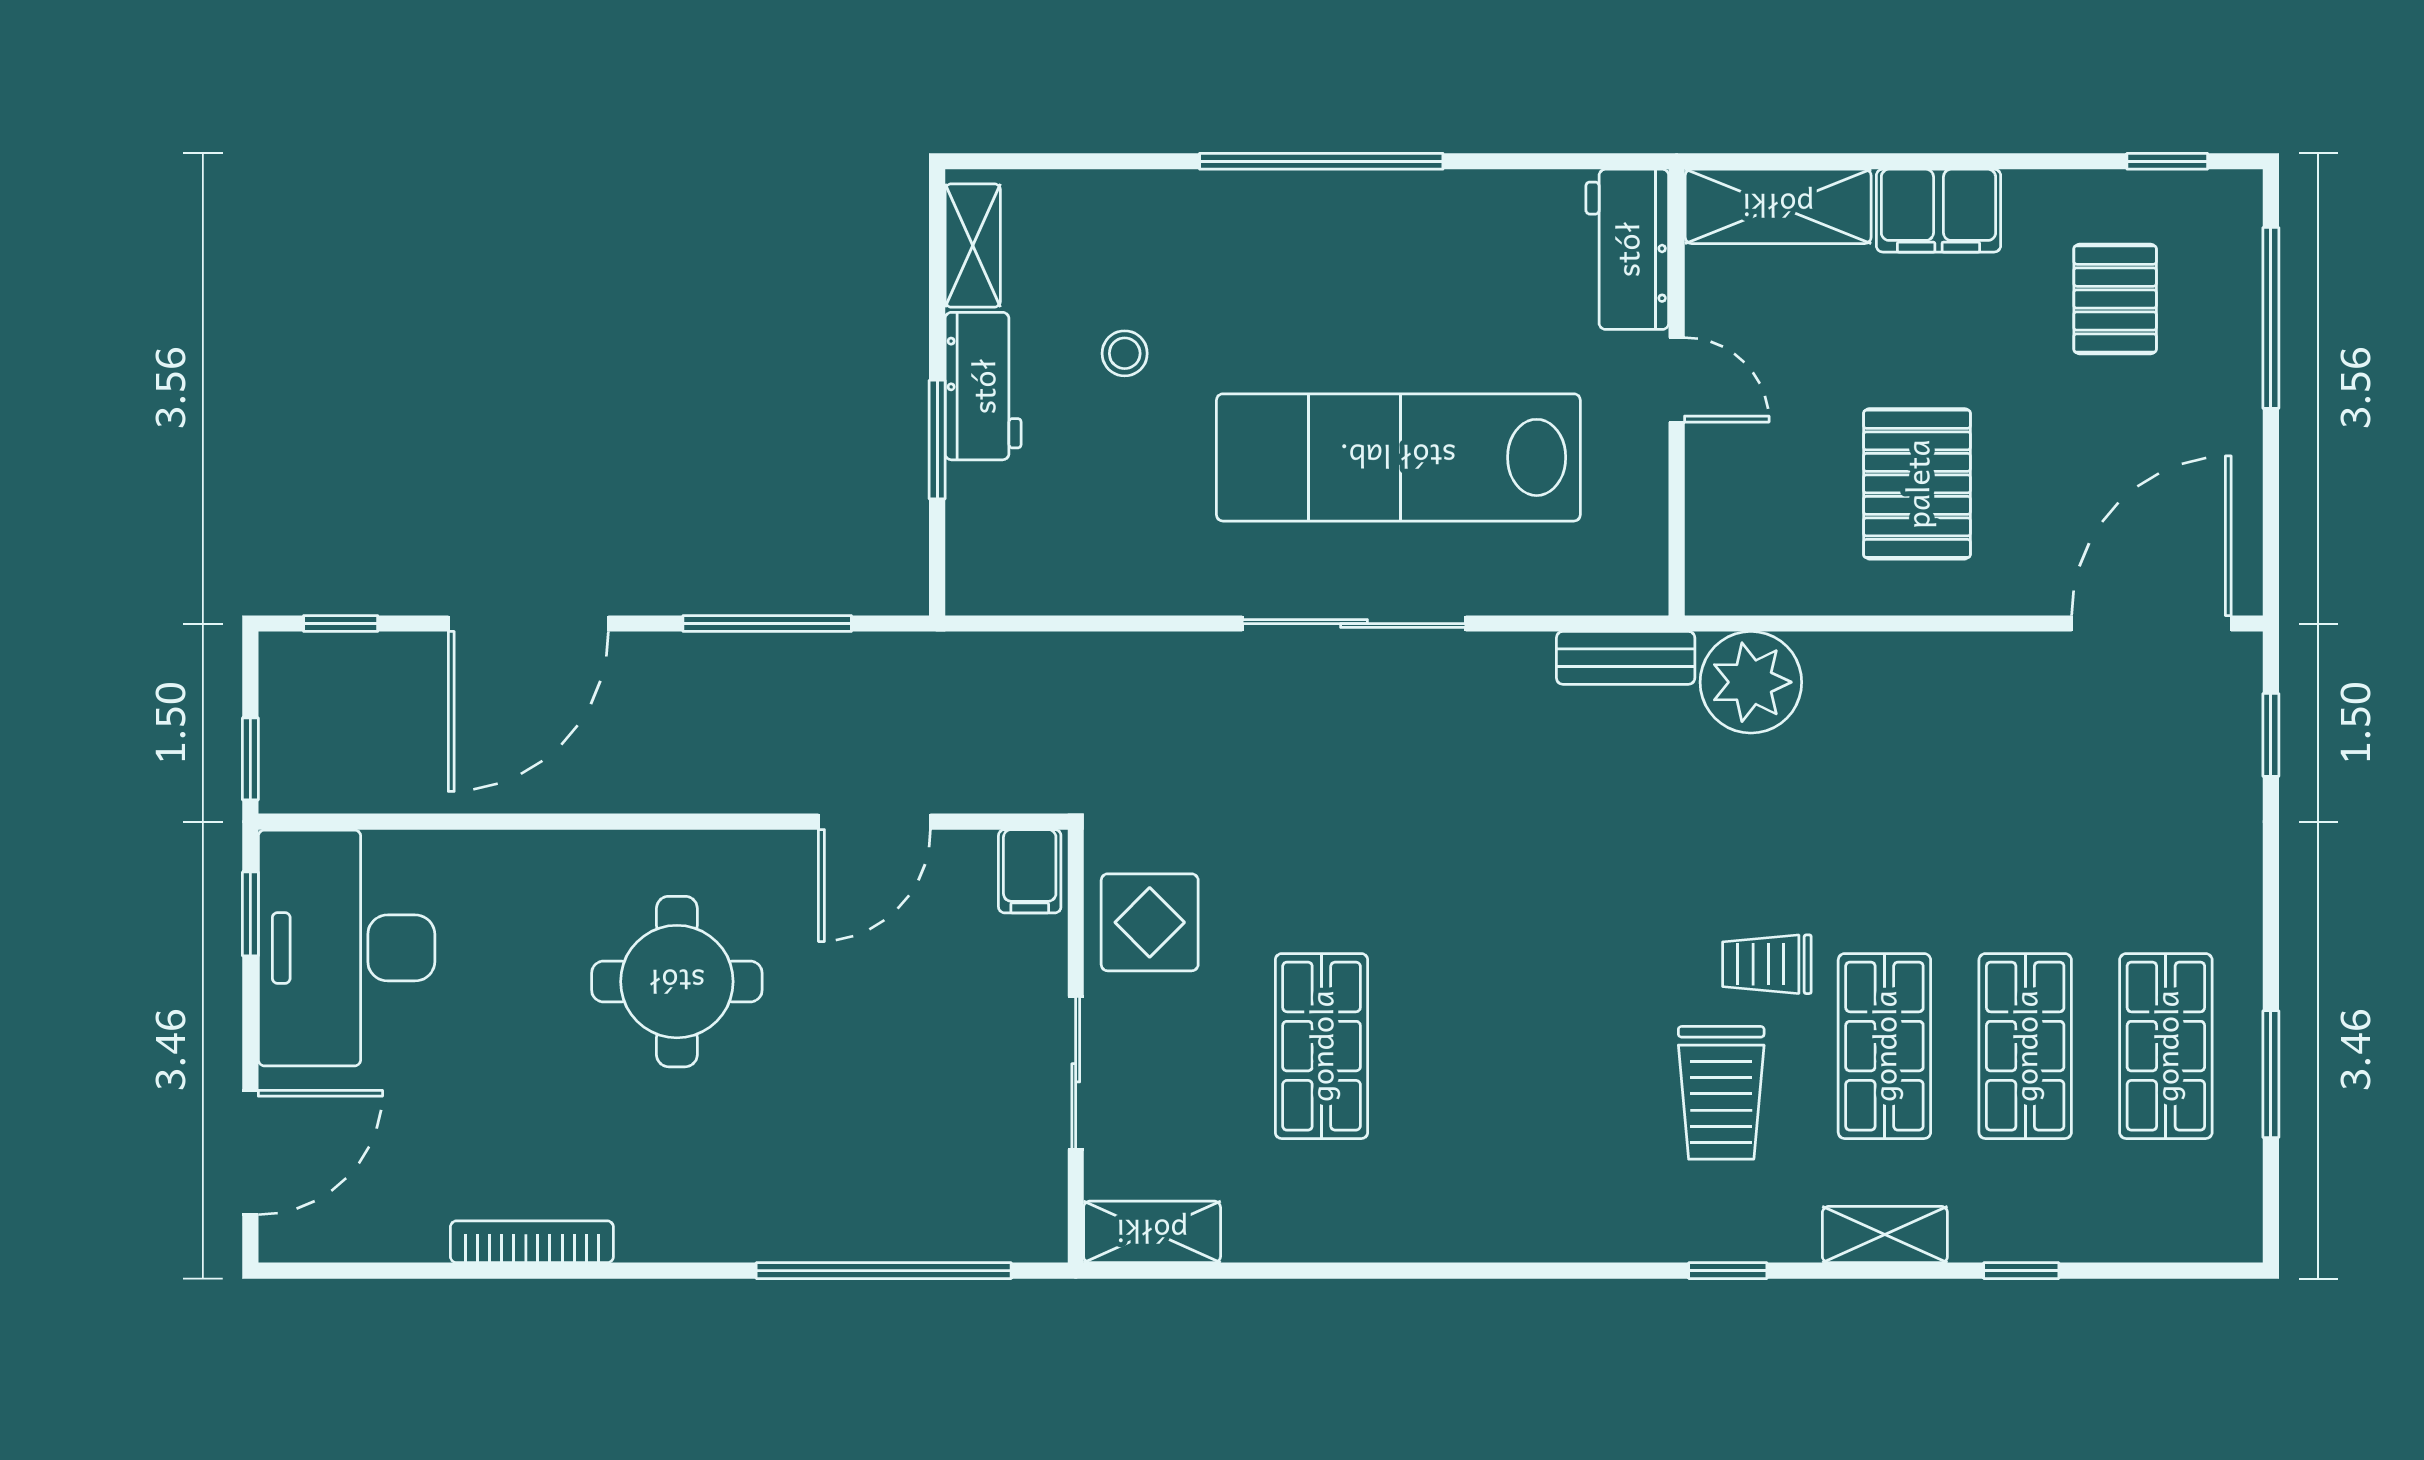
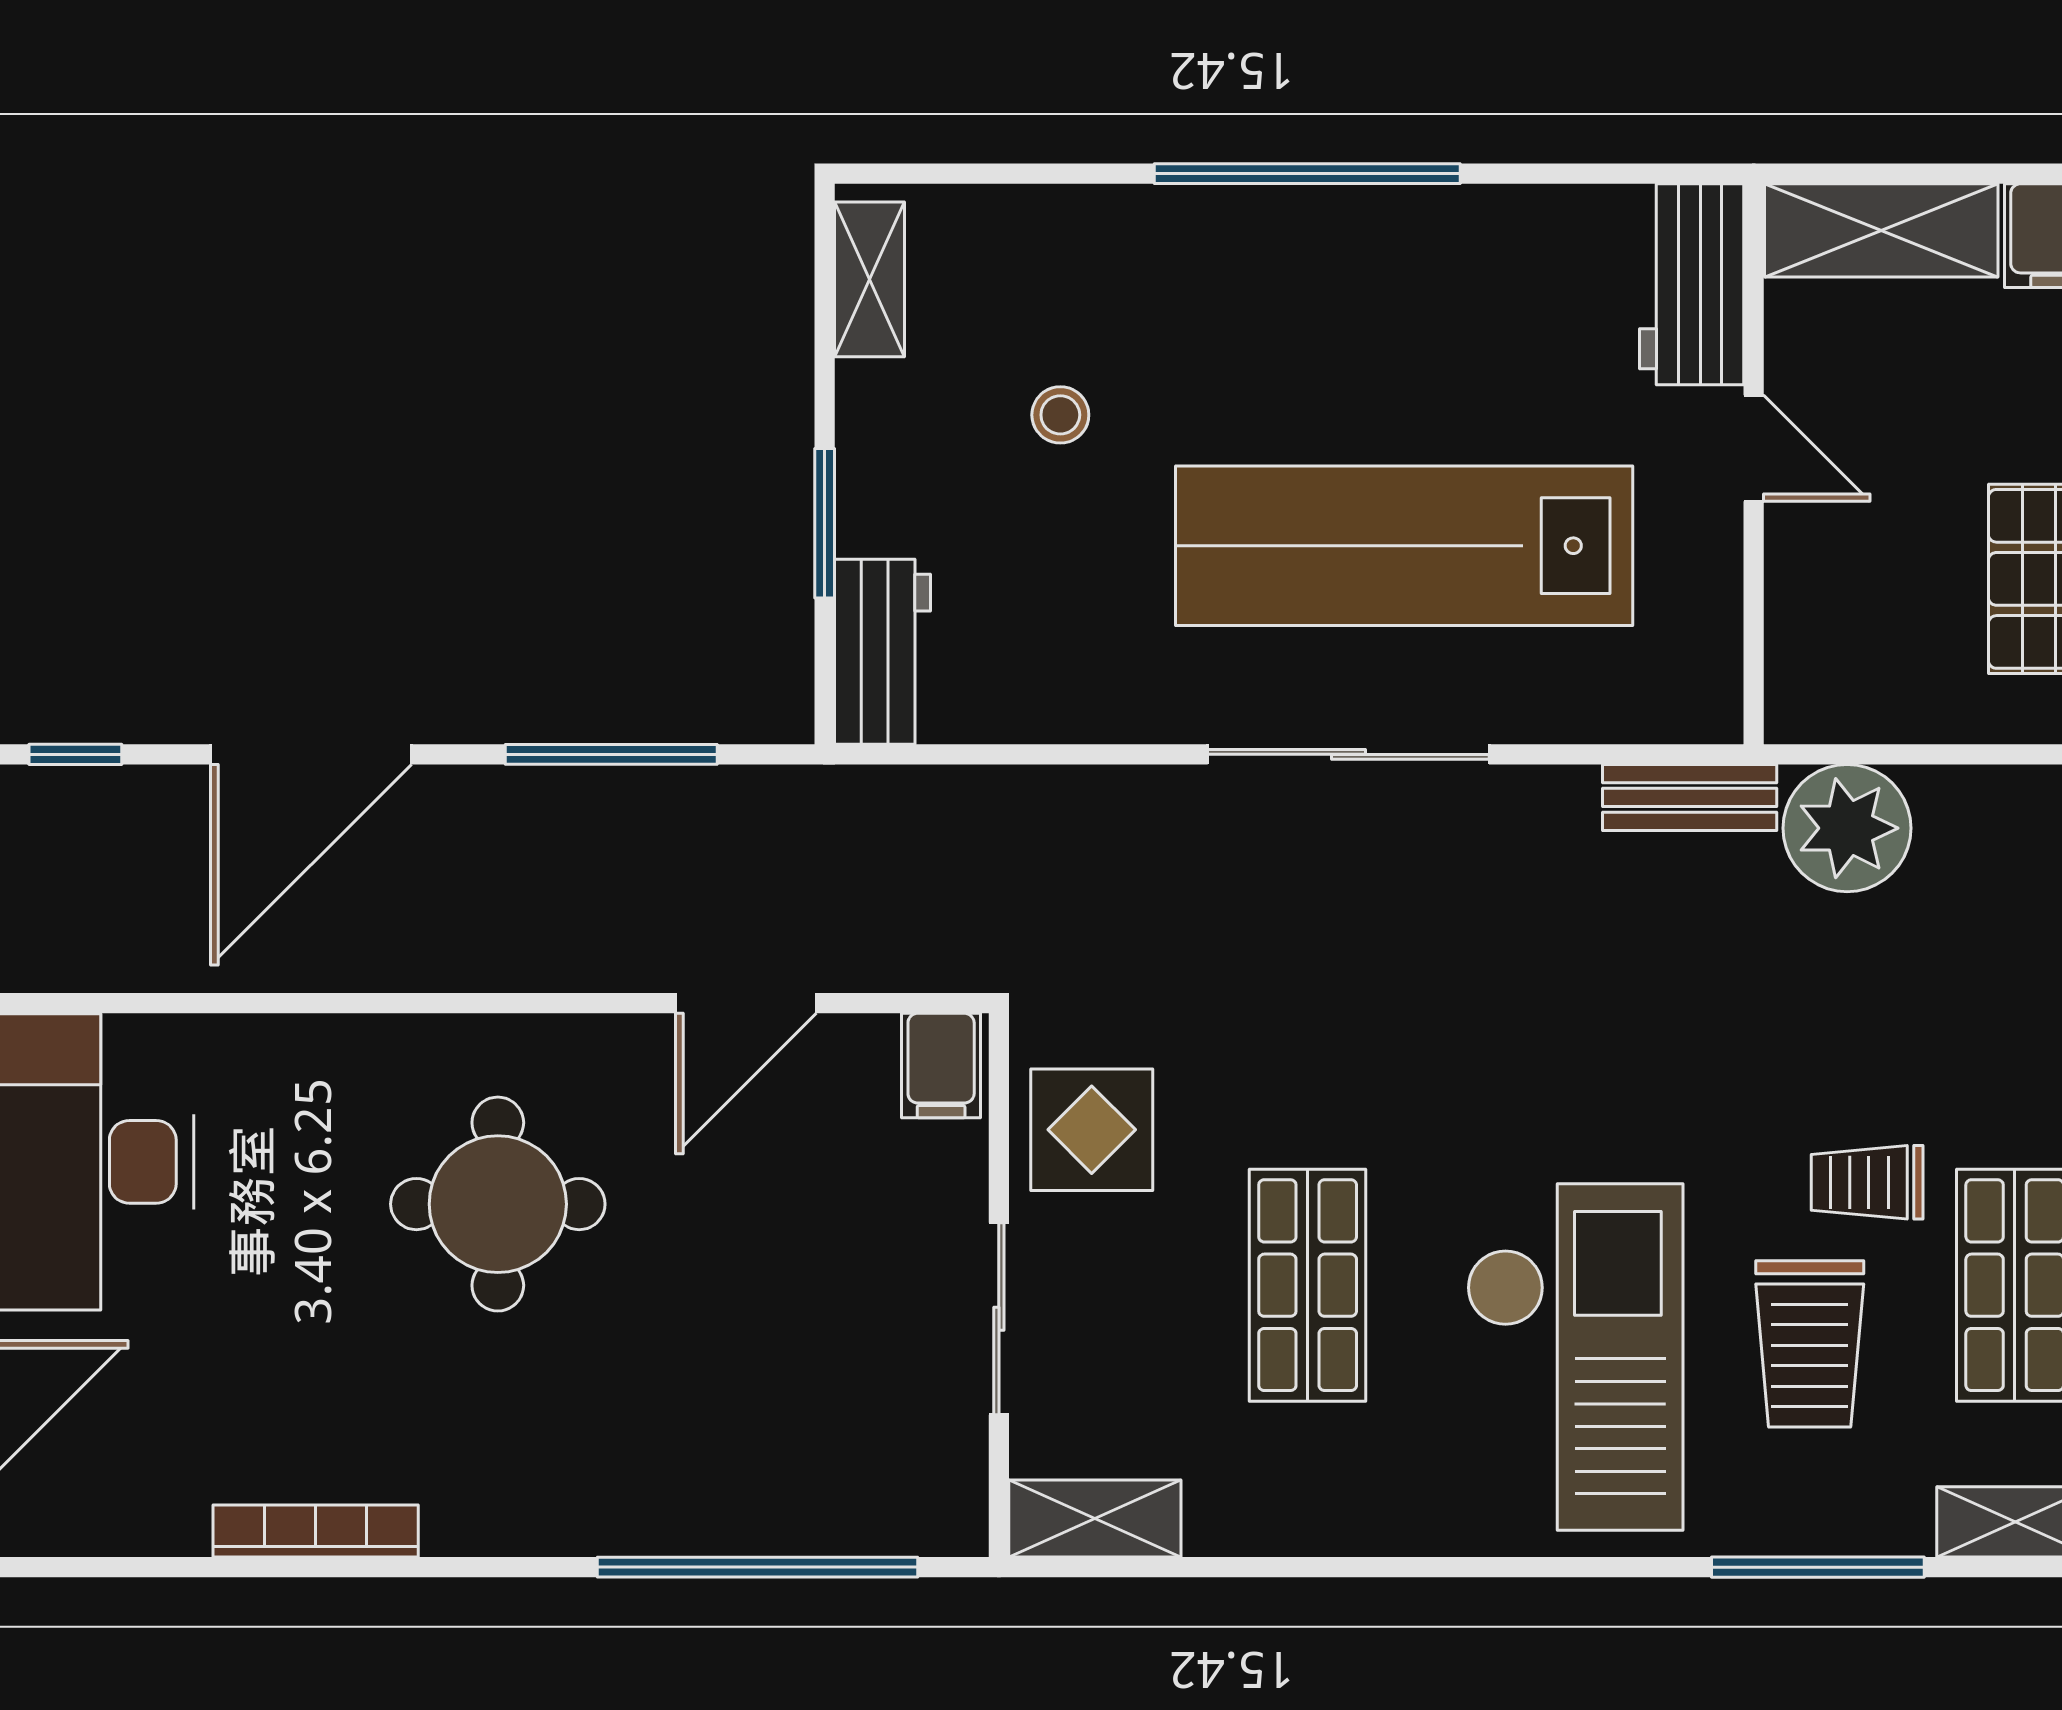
workbench: (983, 386) -> (882, 652), moved
checkout: (1534, 1103) -> (1575, 1357), added
window: (1728, 1271) -> (1818, 1567), width x2.17

